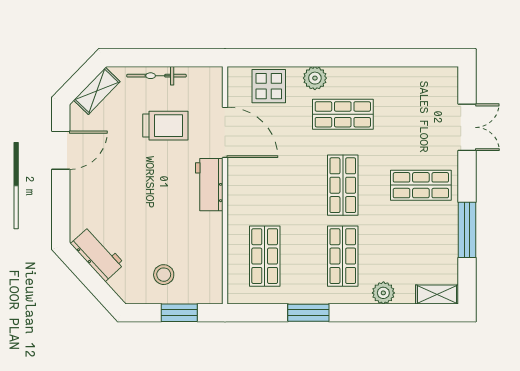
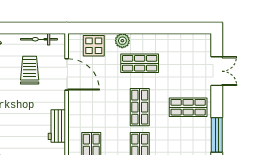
bicycle: (156, 76) -> (39, 39), moved
trolley: (165, 126) -> (30, 70), turned -90
workbench: (209, 185) -> (57, 126), moved

